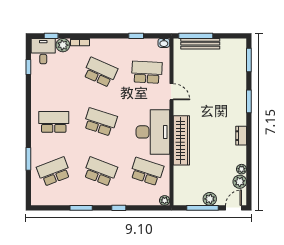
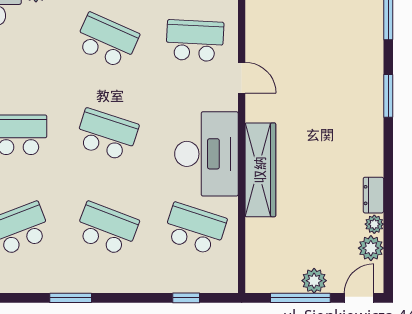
dresser: (241, 136) -> (373, 195), moved
plant: (165, 200) -> (229, 284), removed
window: (119, 208) -> (186, 298), moved

